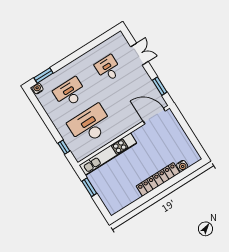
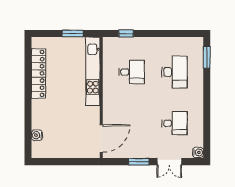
window: (160, 86) -> (139, 162), moved
water cooler: (38, 88) -> (198, 152), moved
desk: (90, 125) -> (132, 72), width x0.53, depth x0.77
locker: (158, 179) -> (39, 73), moved

